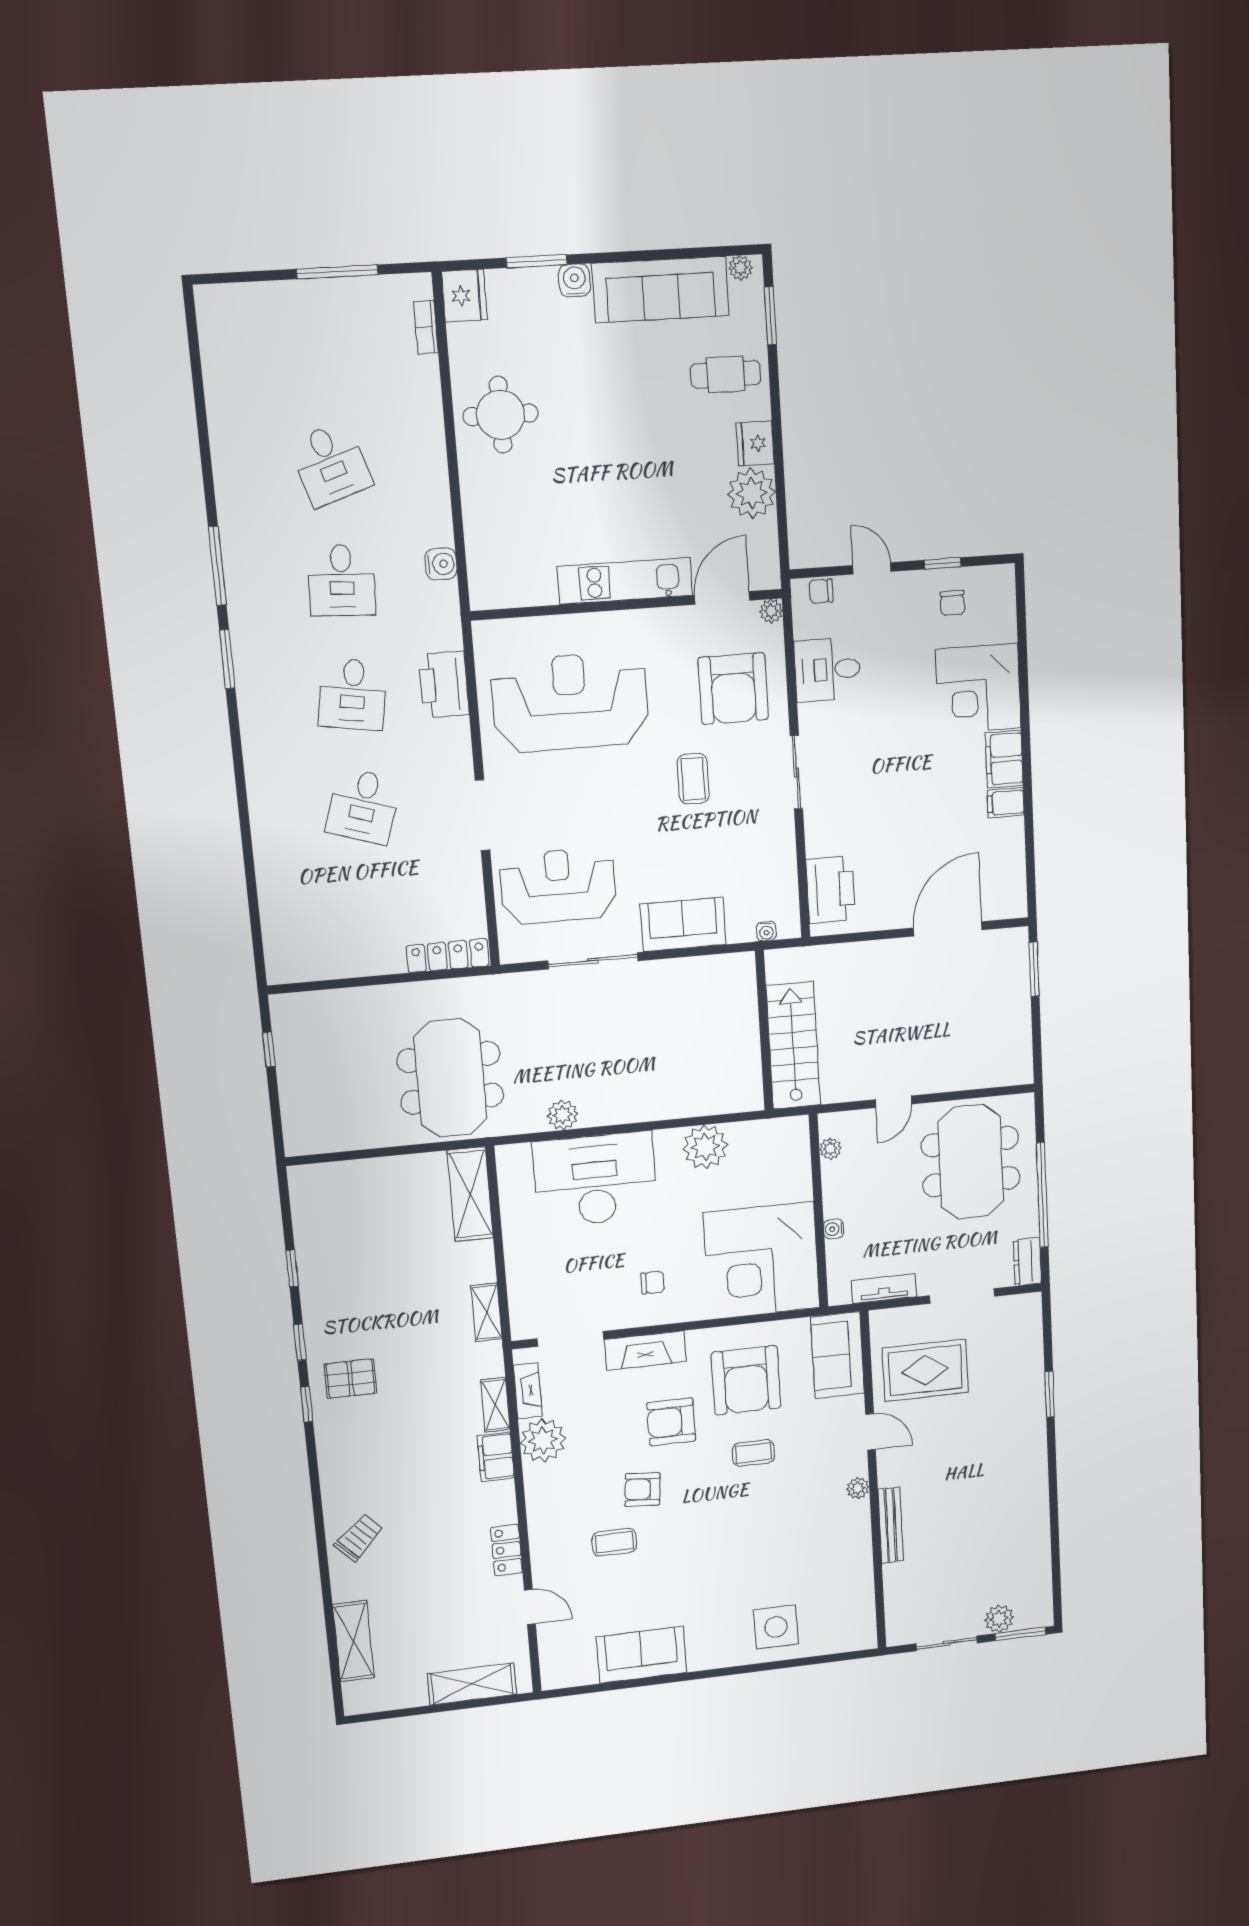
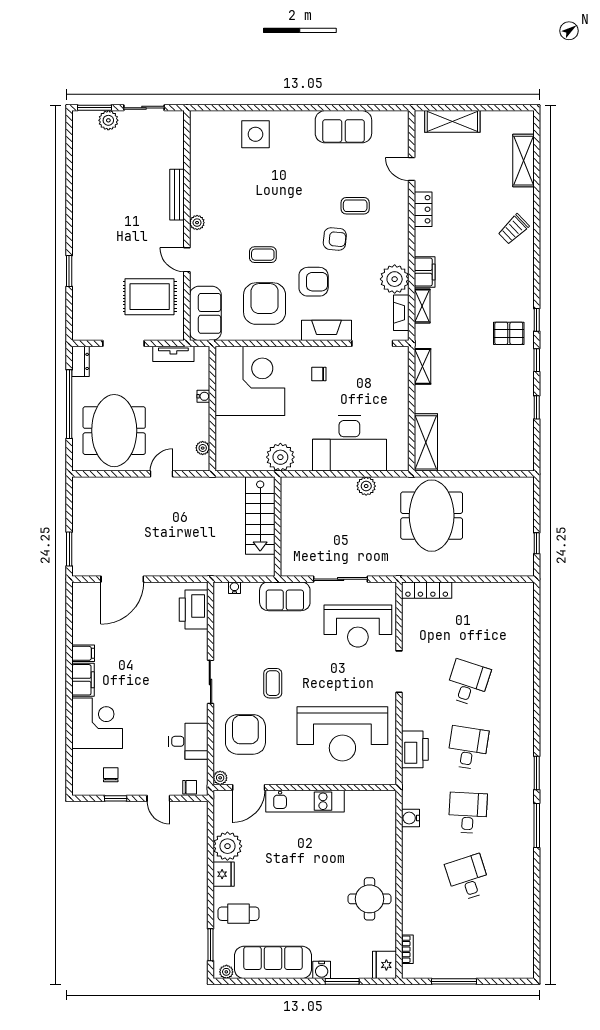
wall: (764, 1031) -> (278, 526), moved
stairs: (793, 1045) -> (260, 515), moved

